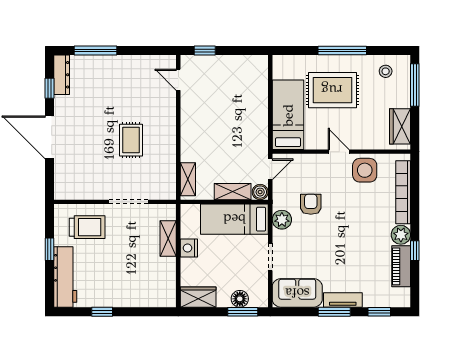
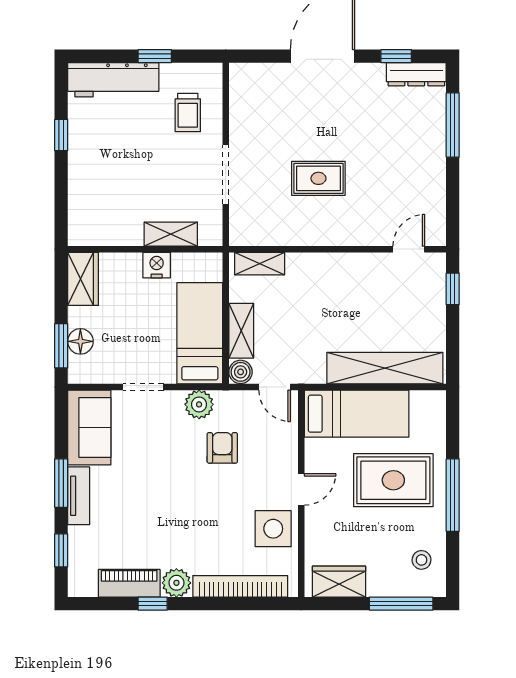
rug: (332, 90) -> (393, 480), turned 90
shelving: (258, 96) -> (385, 368), added
armchair: (311, 204) -> (222, 448), turned -90
trolley: (87, 227) -> (188, 113), width x0.73, depth x0.72

